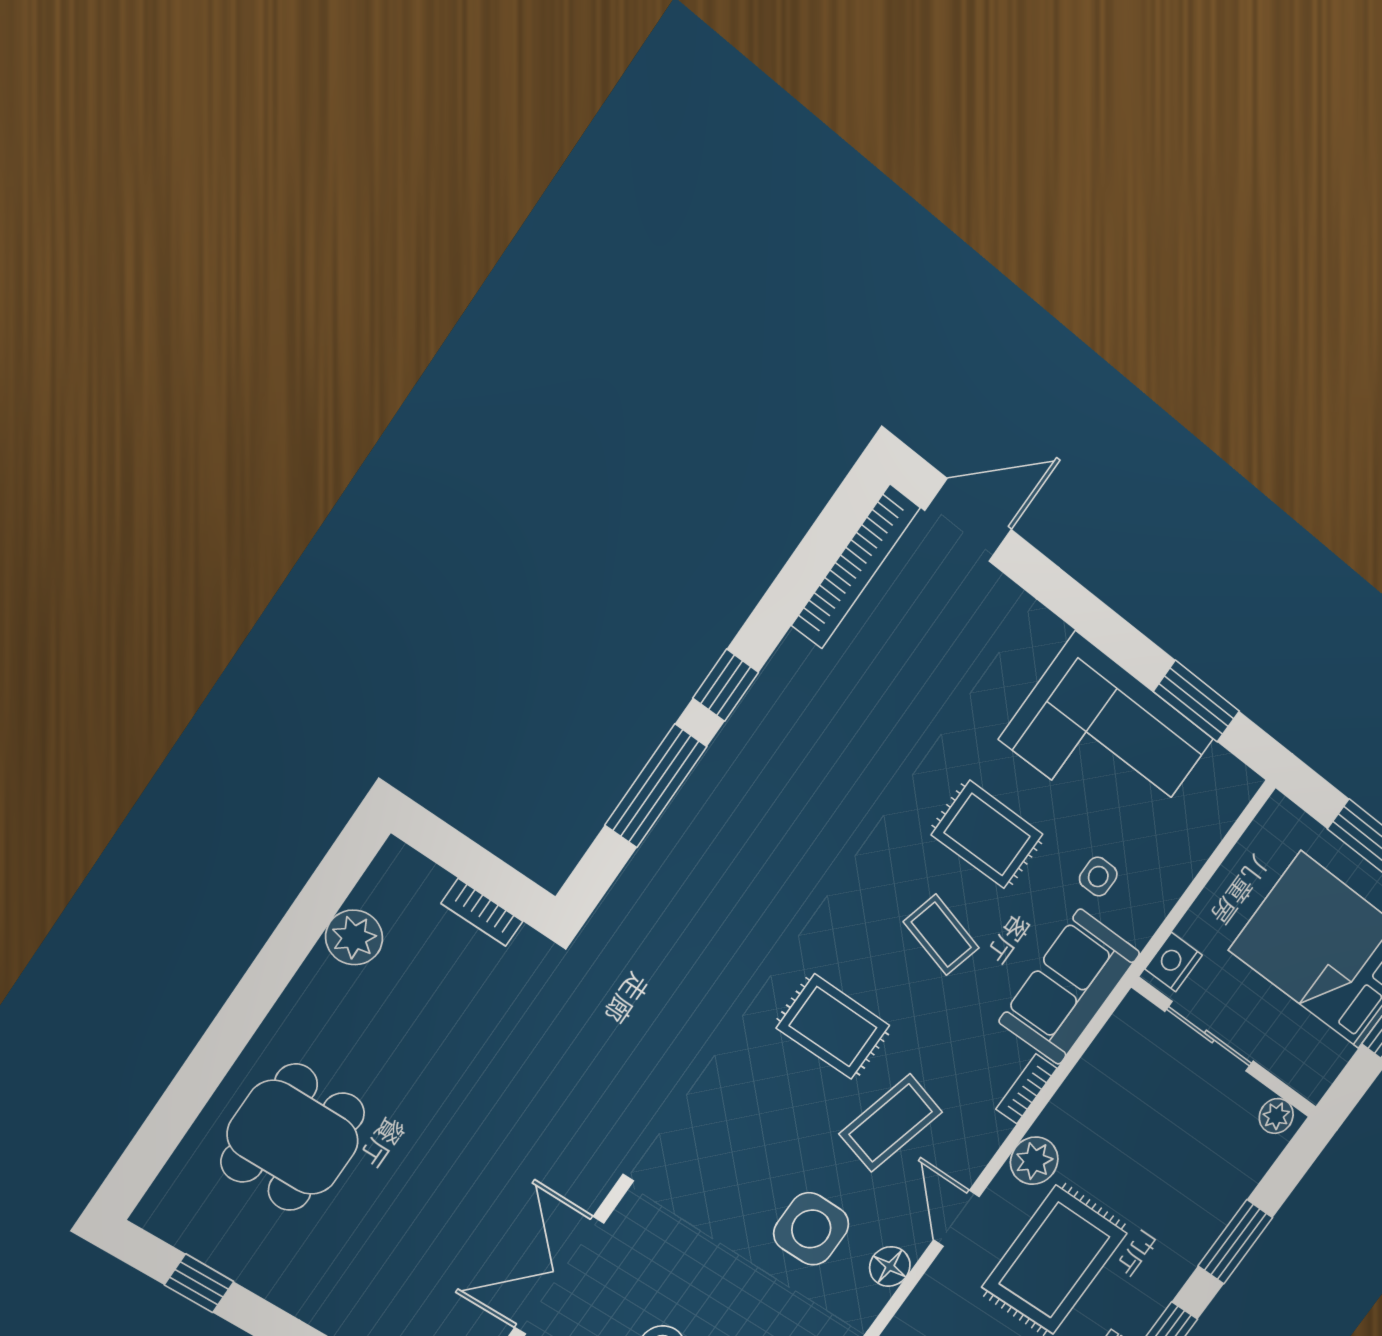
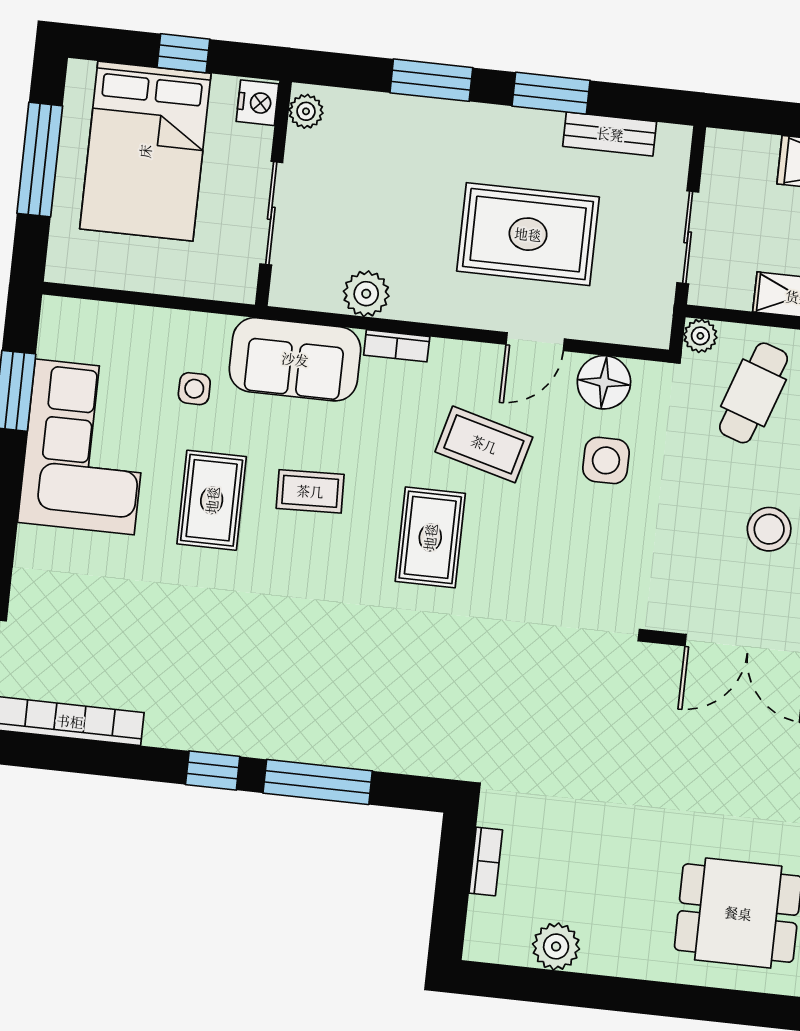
coffee table: (941, 935) -> (310, 491), turned 73
nightstand: (1174, 962) -> (258, 103), moved, turned -90
plant: (1034, 1161) -> (366, 294), moved
side table: (811, 1229) -> (606, 460), width x0.73, depth x0.73
floor lamp: (890, 1266) -> (604, 382), width x1.38, depth x1.38

